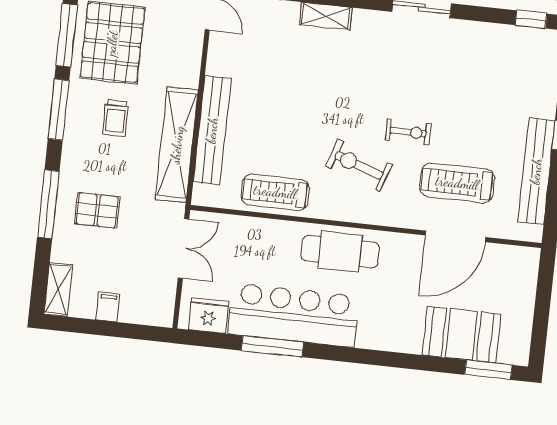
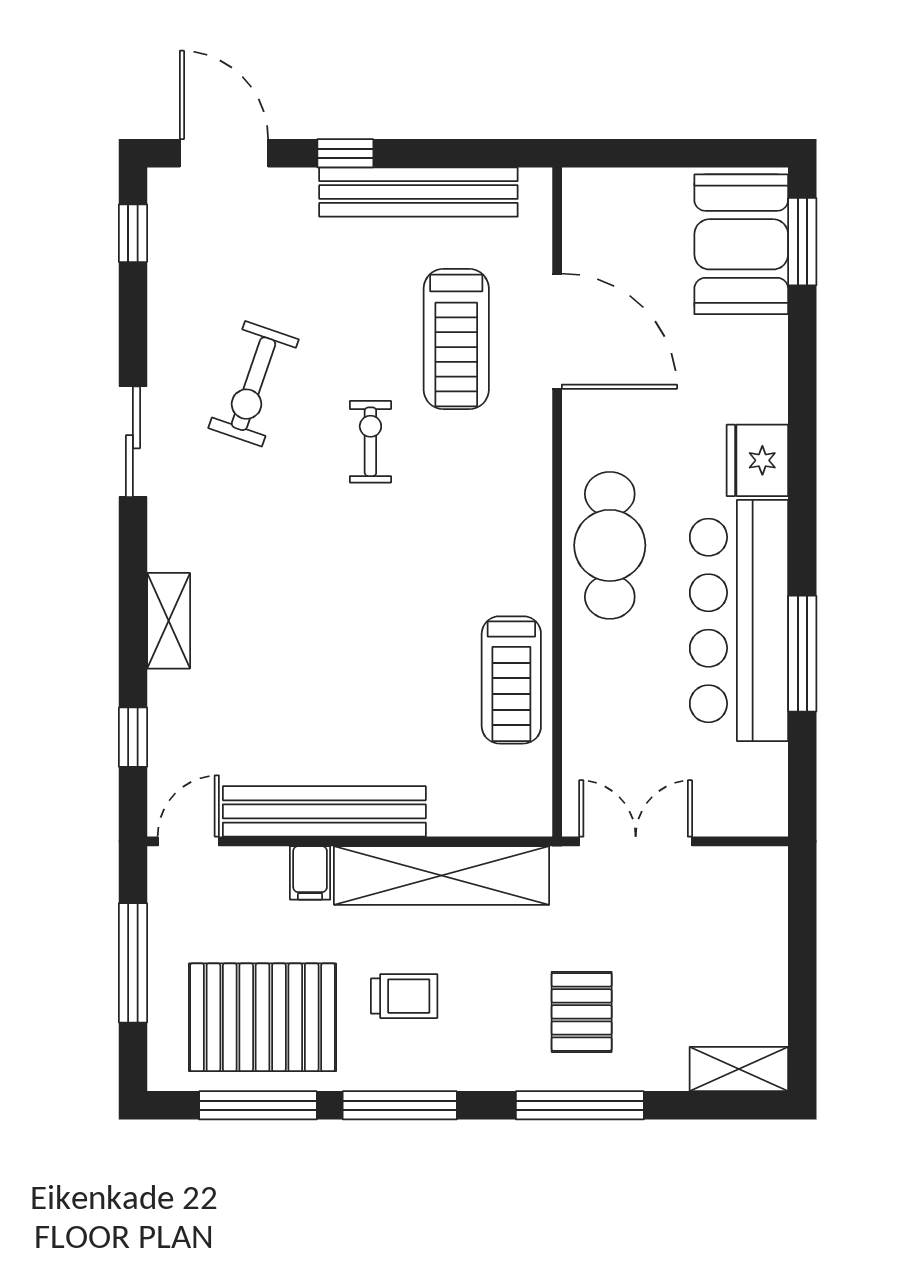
bench: (212, 130) -> (324, 811), moved
exercise bike: (359, 165) -> (254, 384), moved
filing cabinet: (108, 307) -> (310, 873), moved, turned -90
fridge: (208, 316) -> (757, 460), moved
booth: (461, 335) -> (741, 244), moved

